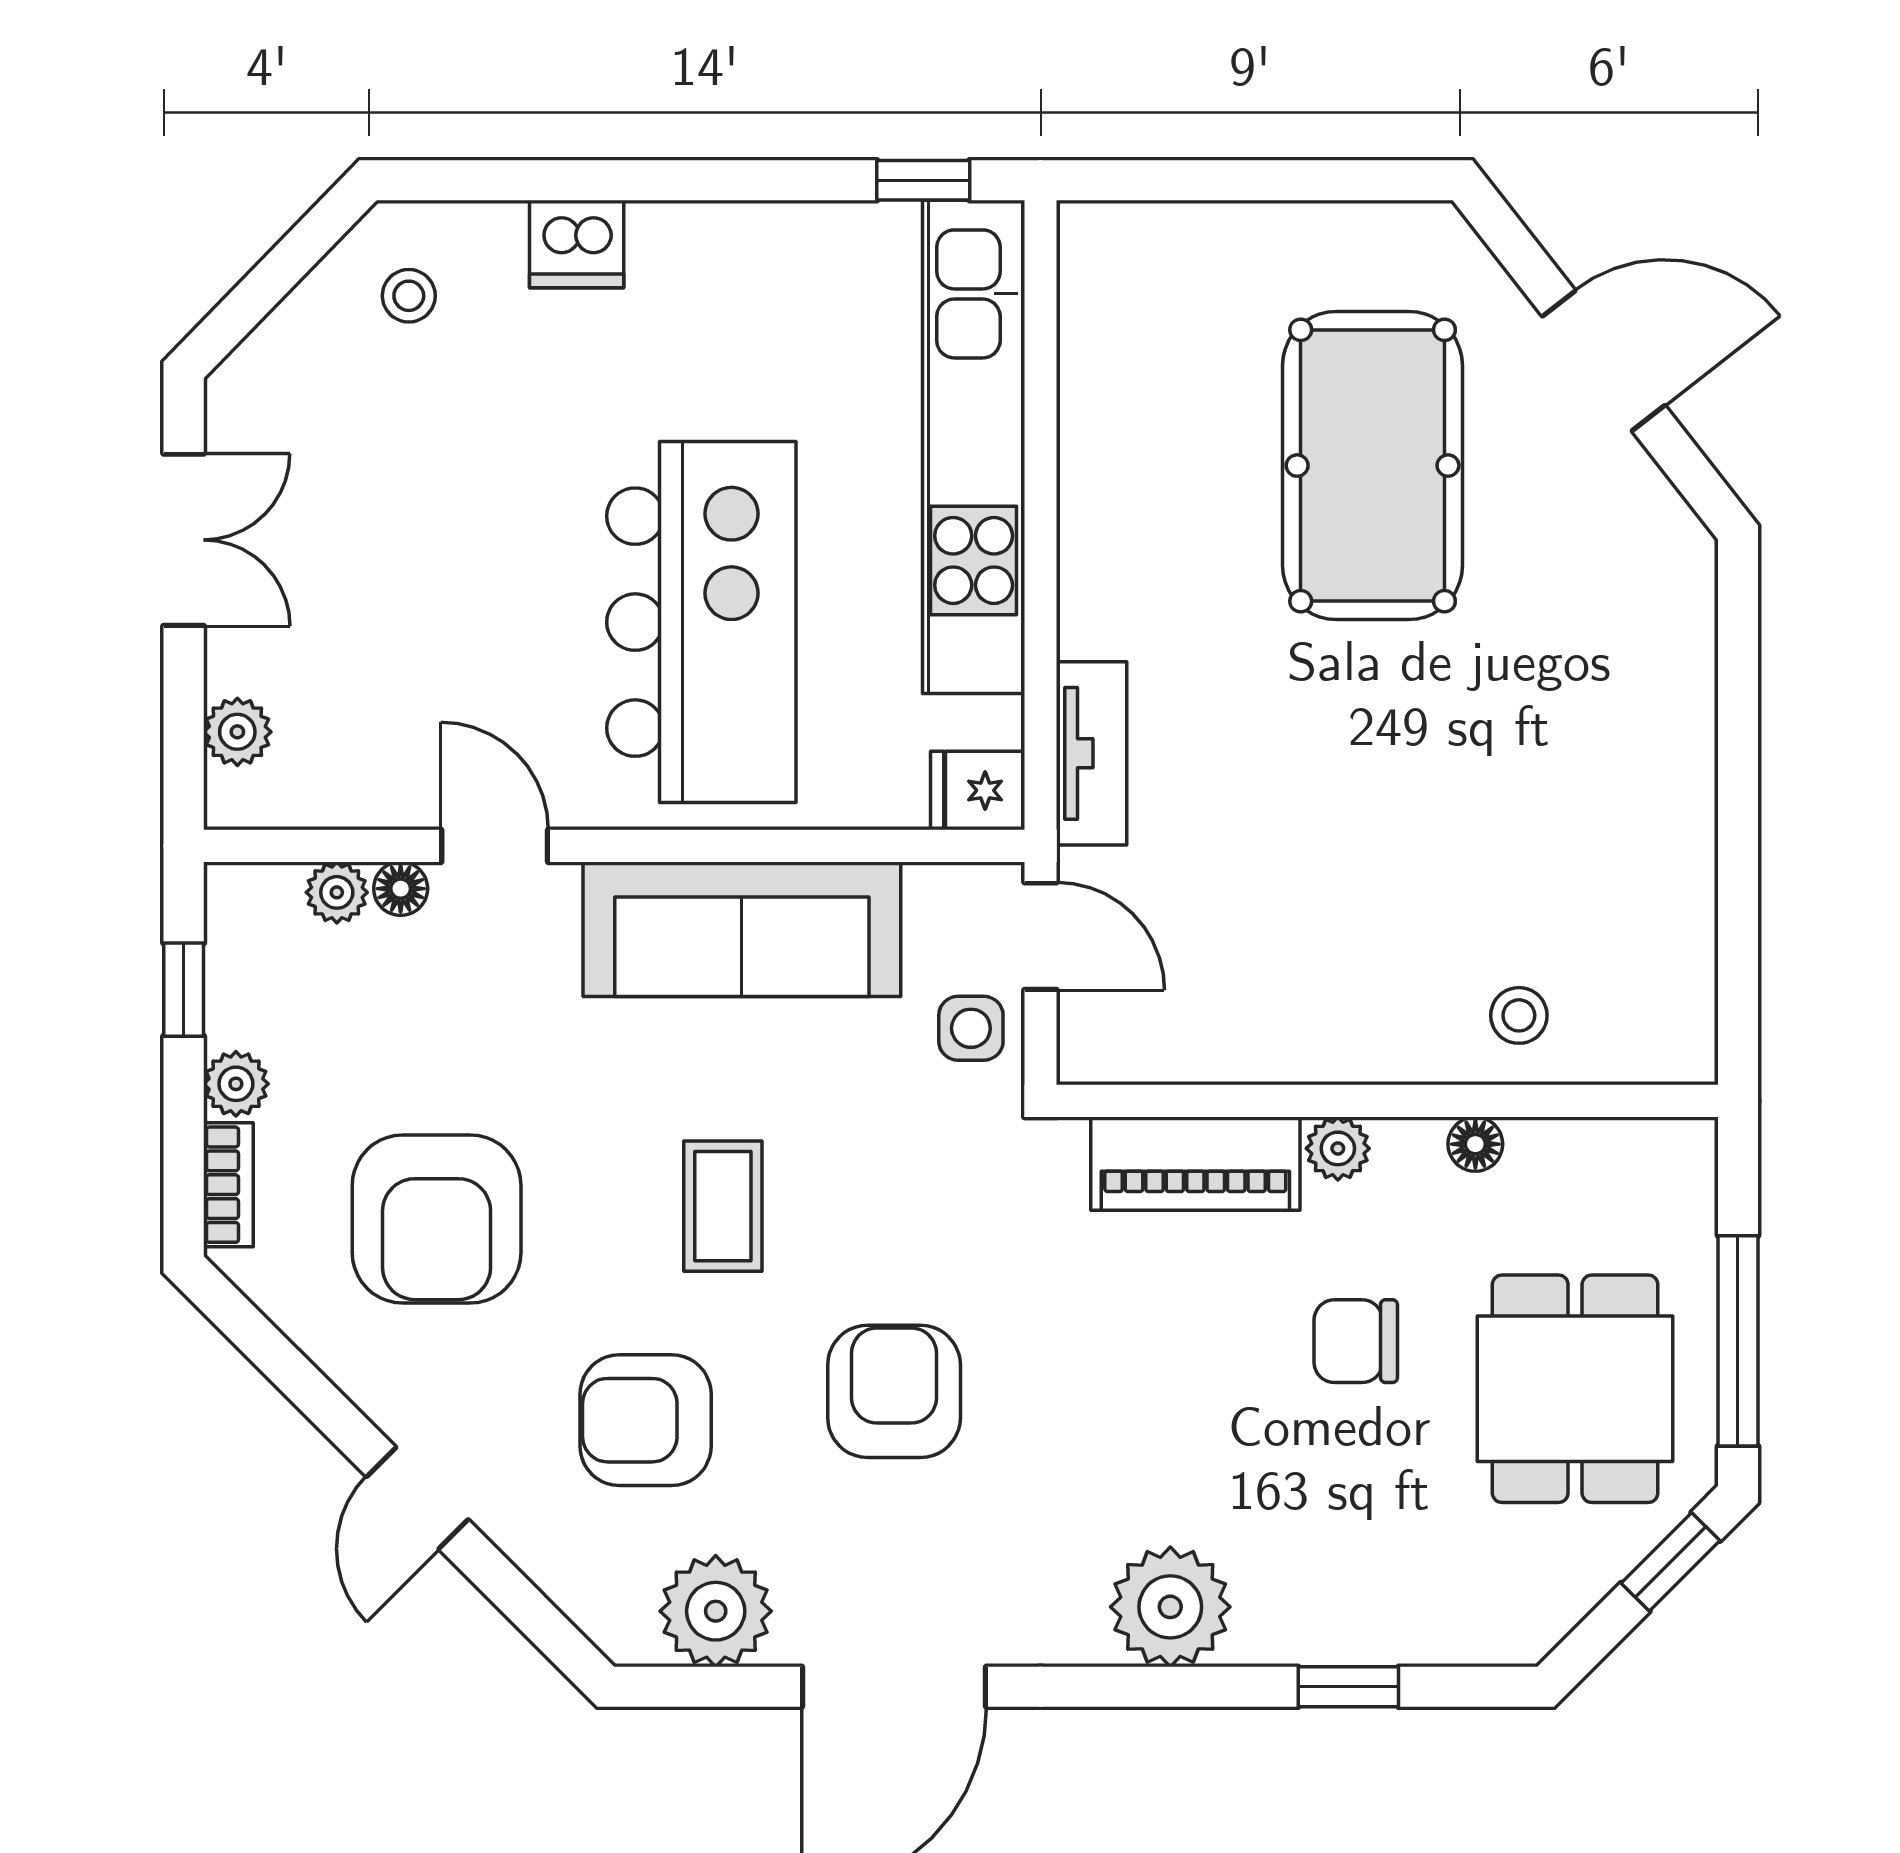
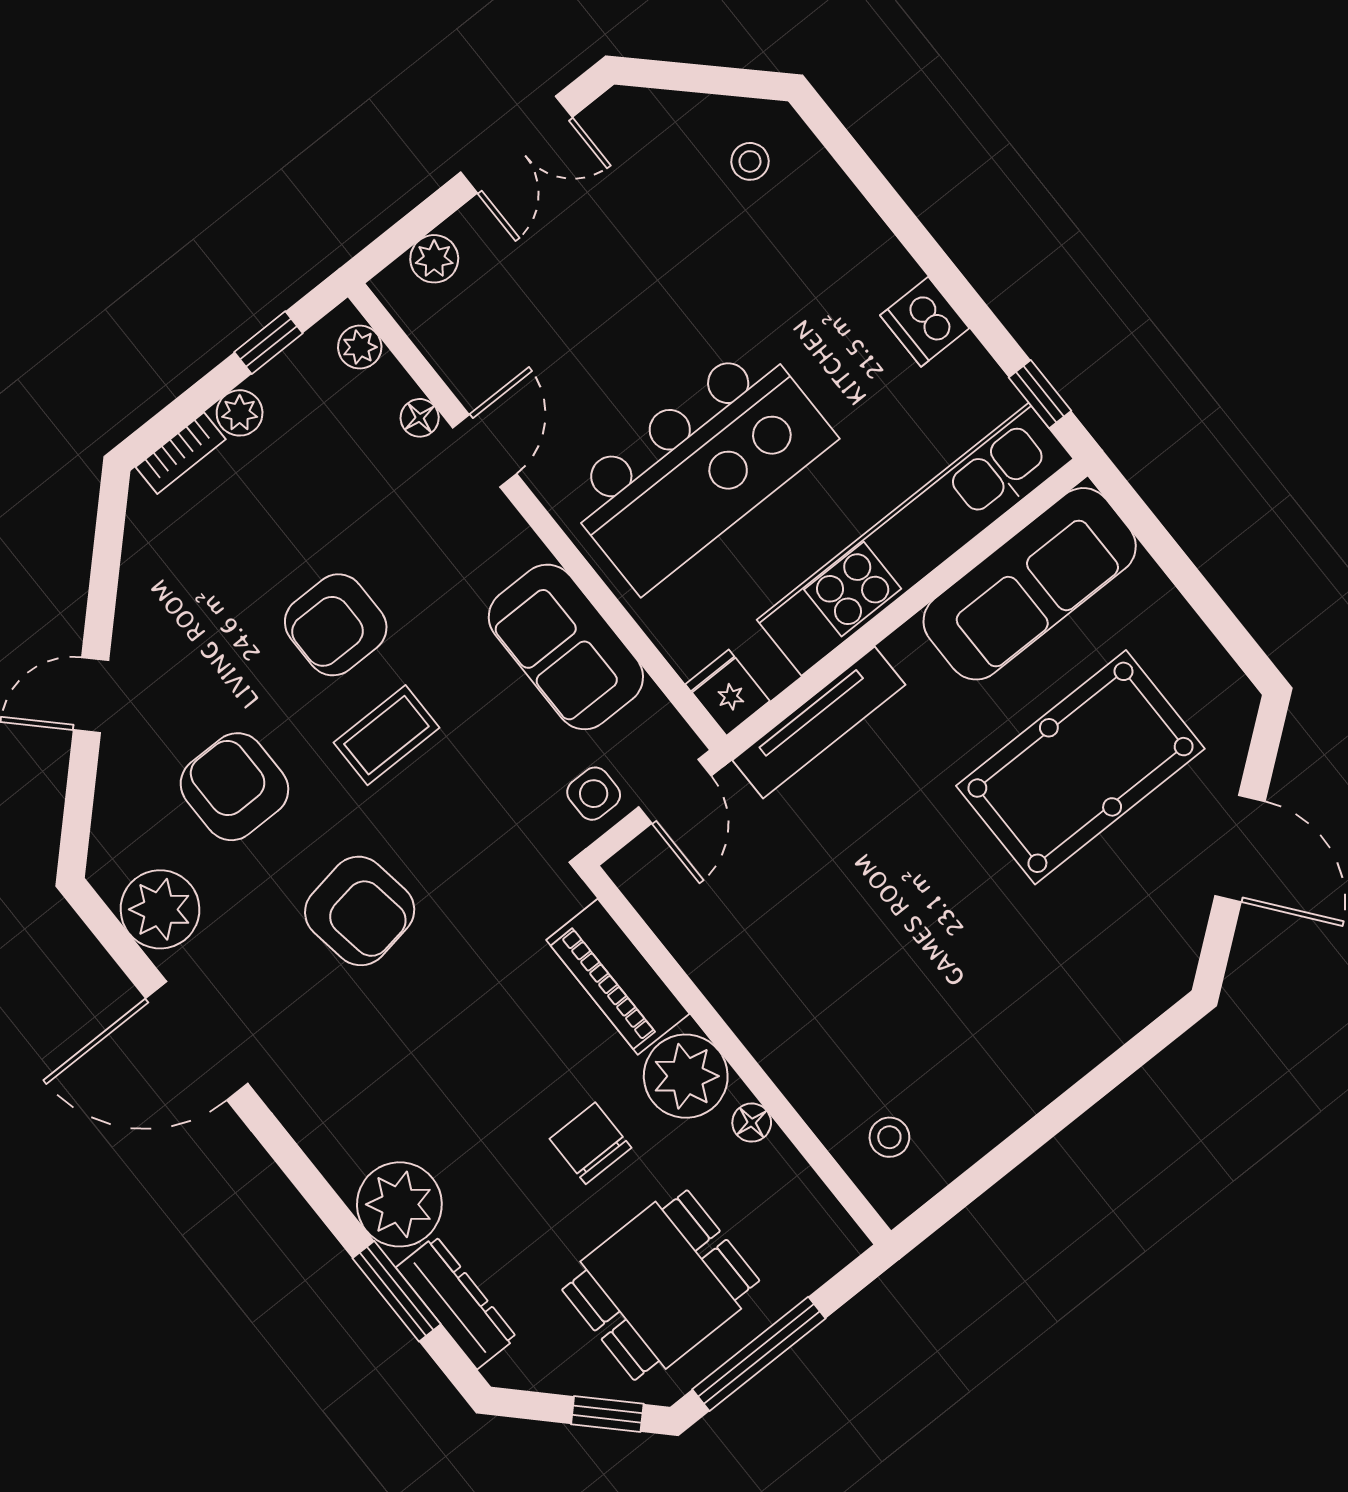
dishwasher: (577, 244) -> (925, 322), moved
sofa: (1124, 360) -> (1030, 584), added
tv unit: (1091, 753) -> (819, 723), width x1.41
plant: (337, 892) -> (360, 347), moved
sofa: (742, 929) -> (566, 647), width x0.73
stool: (1519, 1015) -> (889, 1137), moved
plant: (1338, 1148) -> (686, 1076), width x1.88, depth x1.88
armchair: (437, 1219) -> (336, 625), moved, width x0.73, depth x0.73
armchair: (894, 1391) -> (360, 911), turned 81
plant: (1170, 1607) -> (399, 1204), moved
dresser: (1414, 1631) -> (456, 1303), added
window: (1348, 1687) -> (397, 1291), width x1.50

